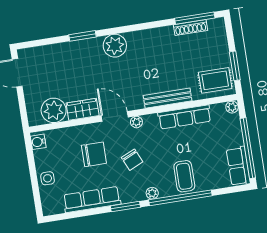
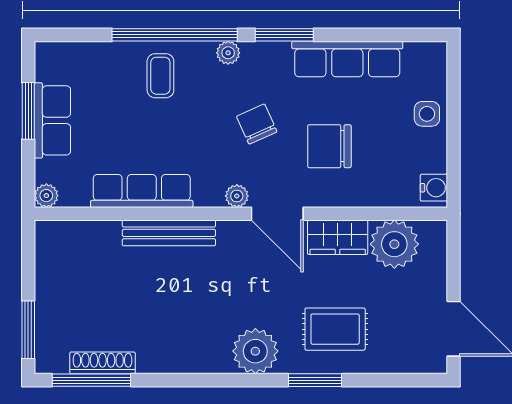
window: (235, 66) -> (28, 330), moved
rug: (215, 80) -> (335, 329), moved
window: (248, 148) -> (28, 111), width x0.47
row of seats: (238, 166) -> (52, 120), moved
coffee table: (184, 176) -> (160, 76), width x0.73, depth x0.77

